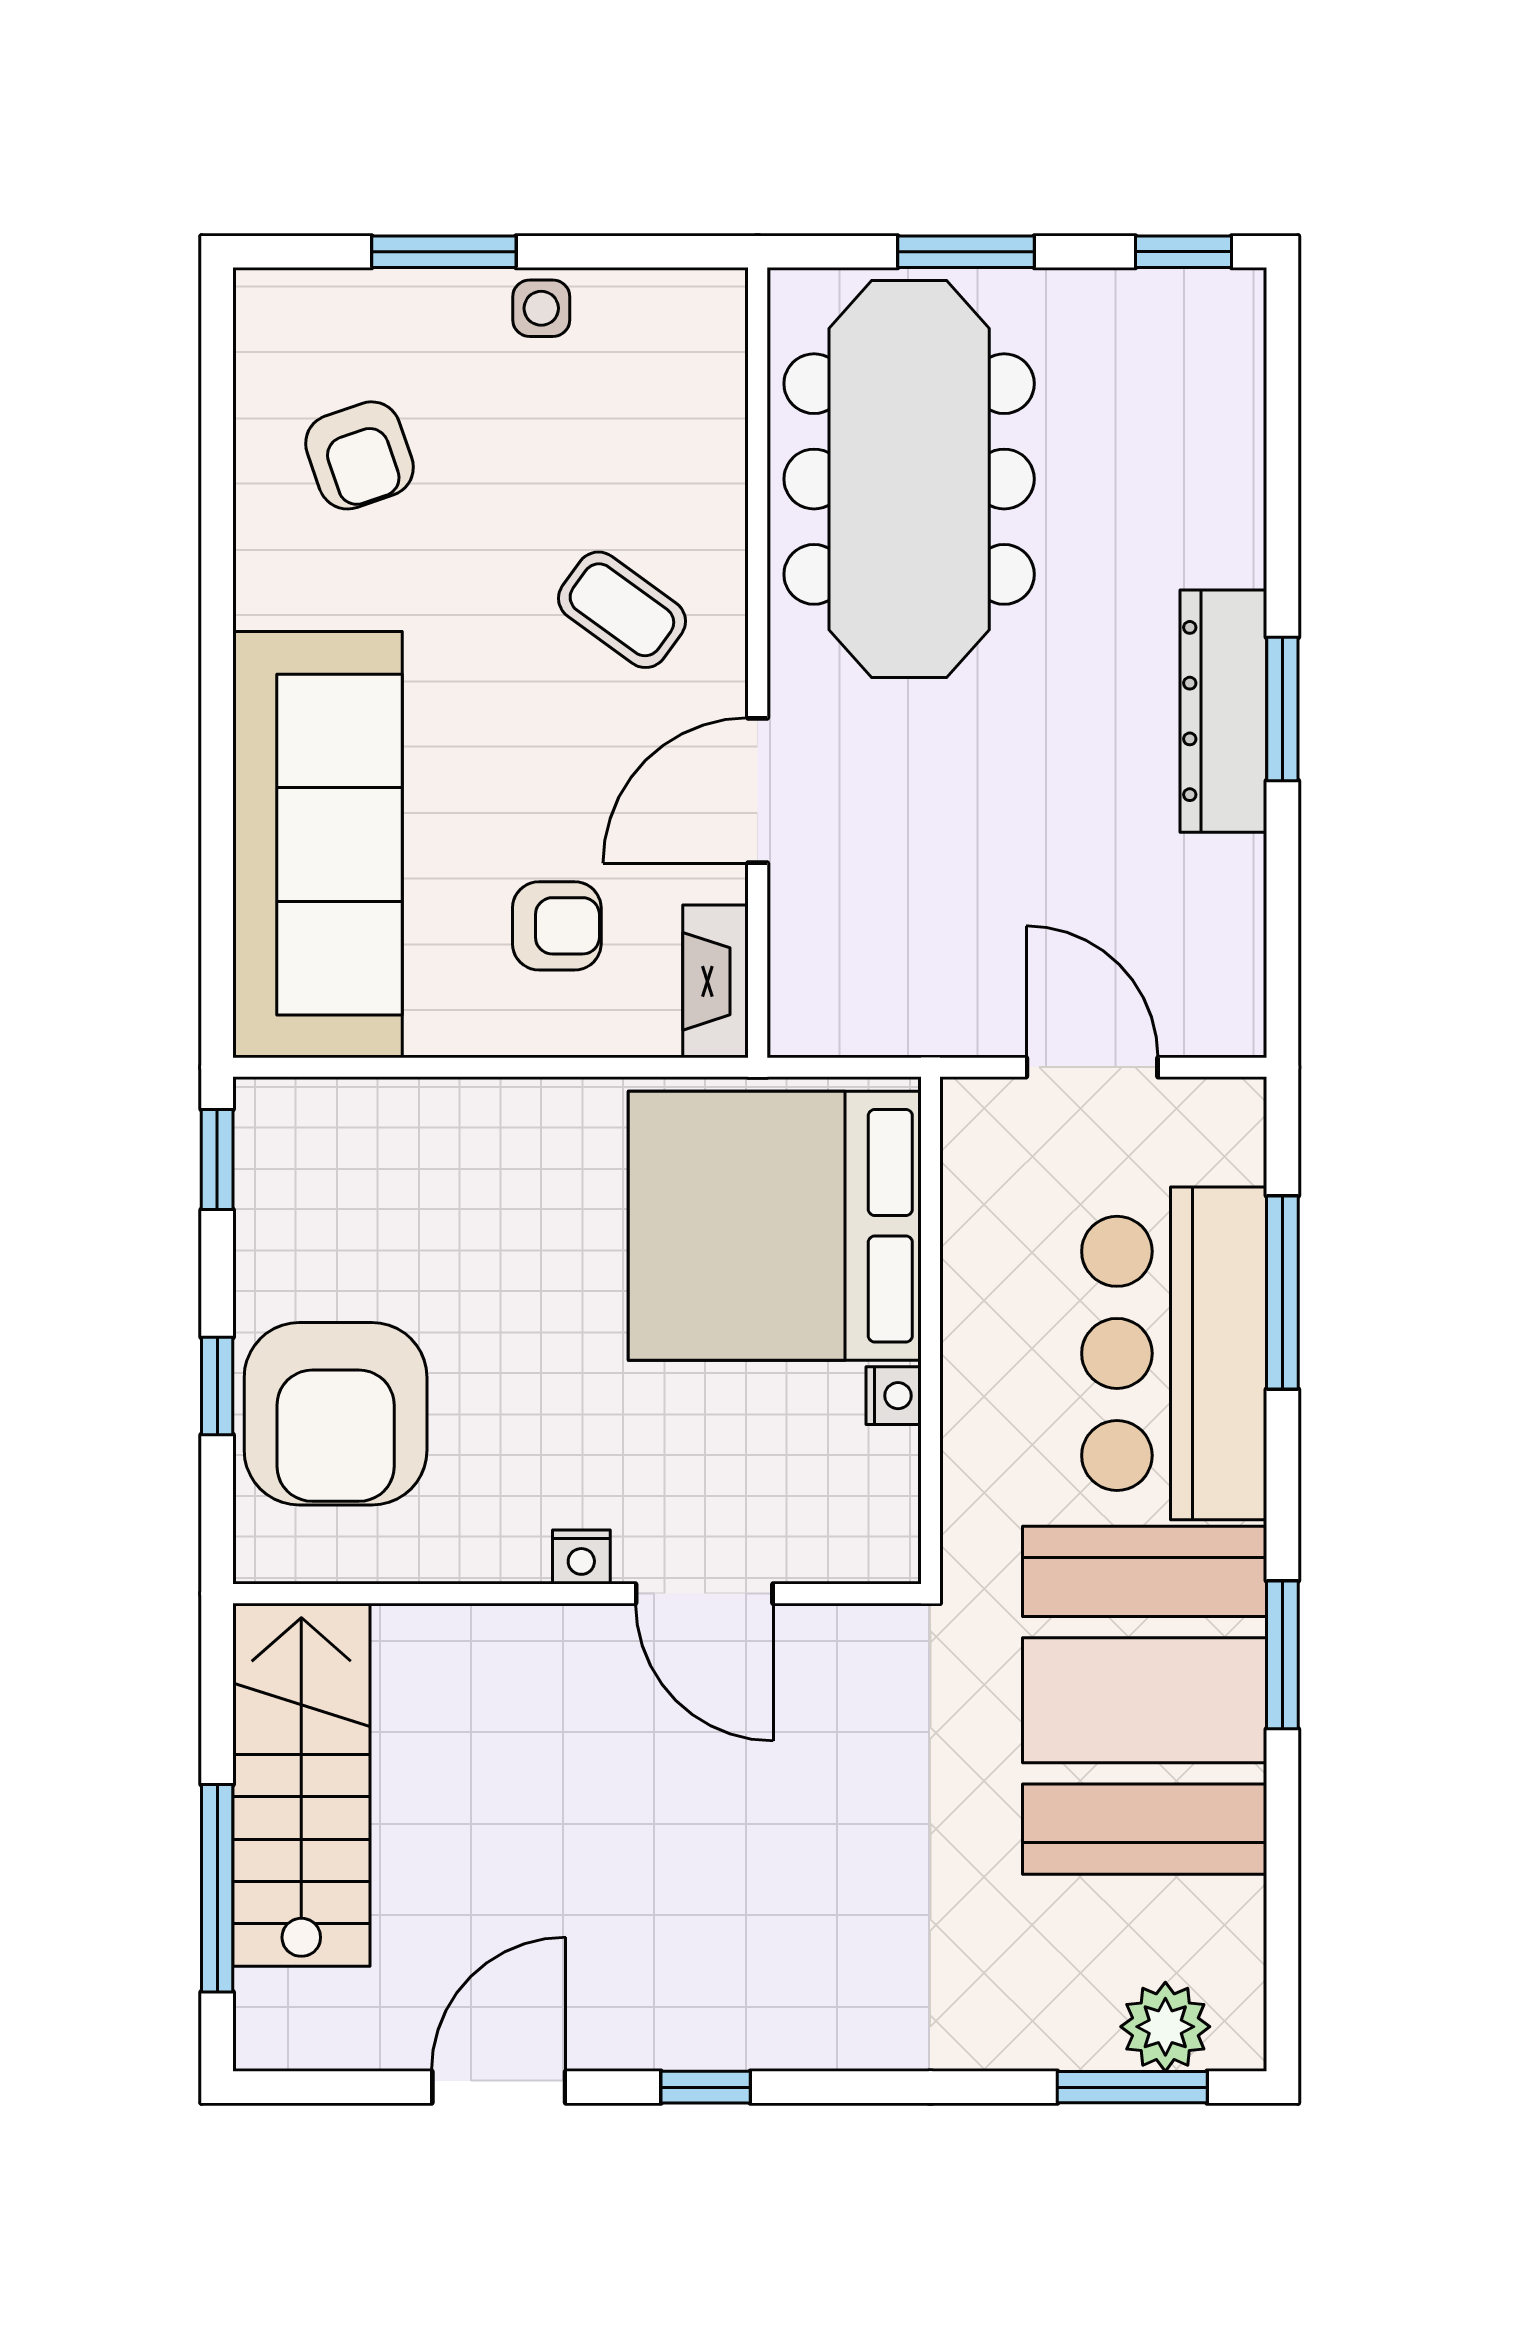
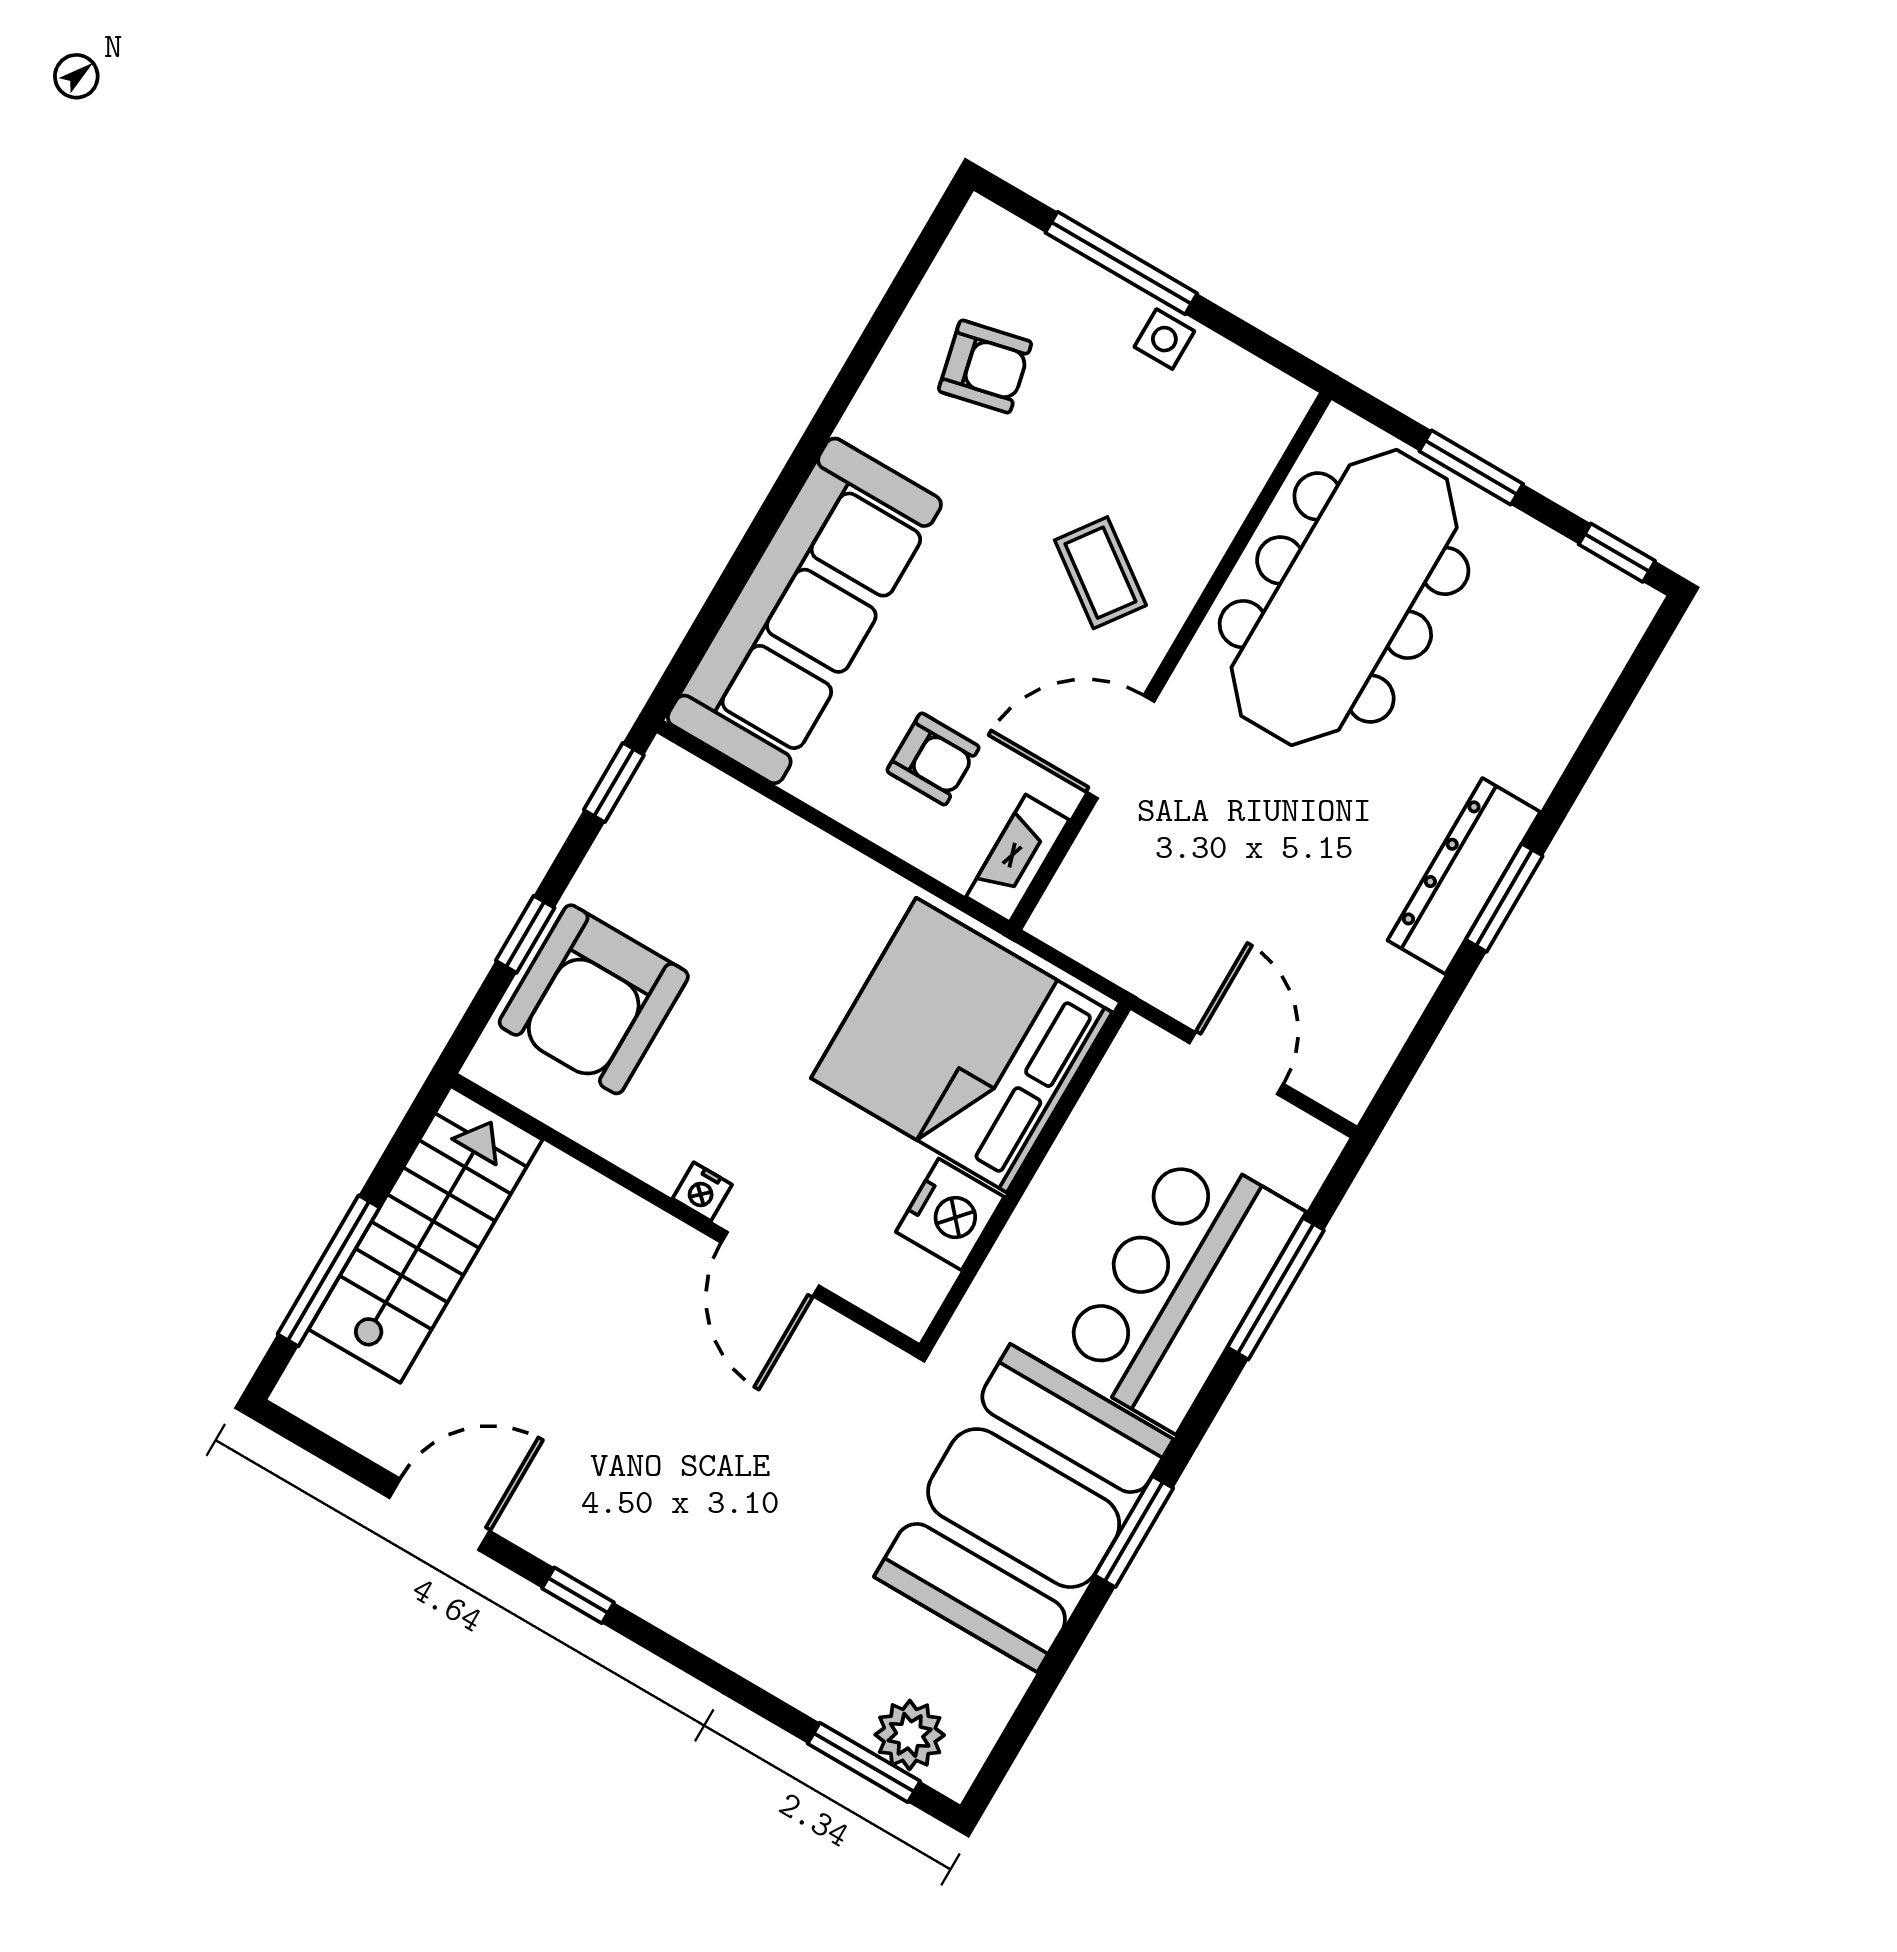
window: (444, 252) -> (1121, 263), width x1.44
armchair: (359, 455) -> (985, 367), turned -84
nightstand: (894, 1396) -> (950, 1214), width x1.89, depth x1.79

